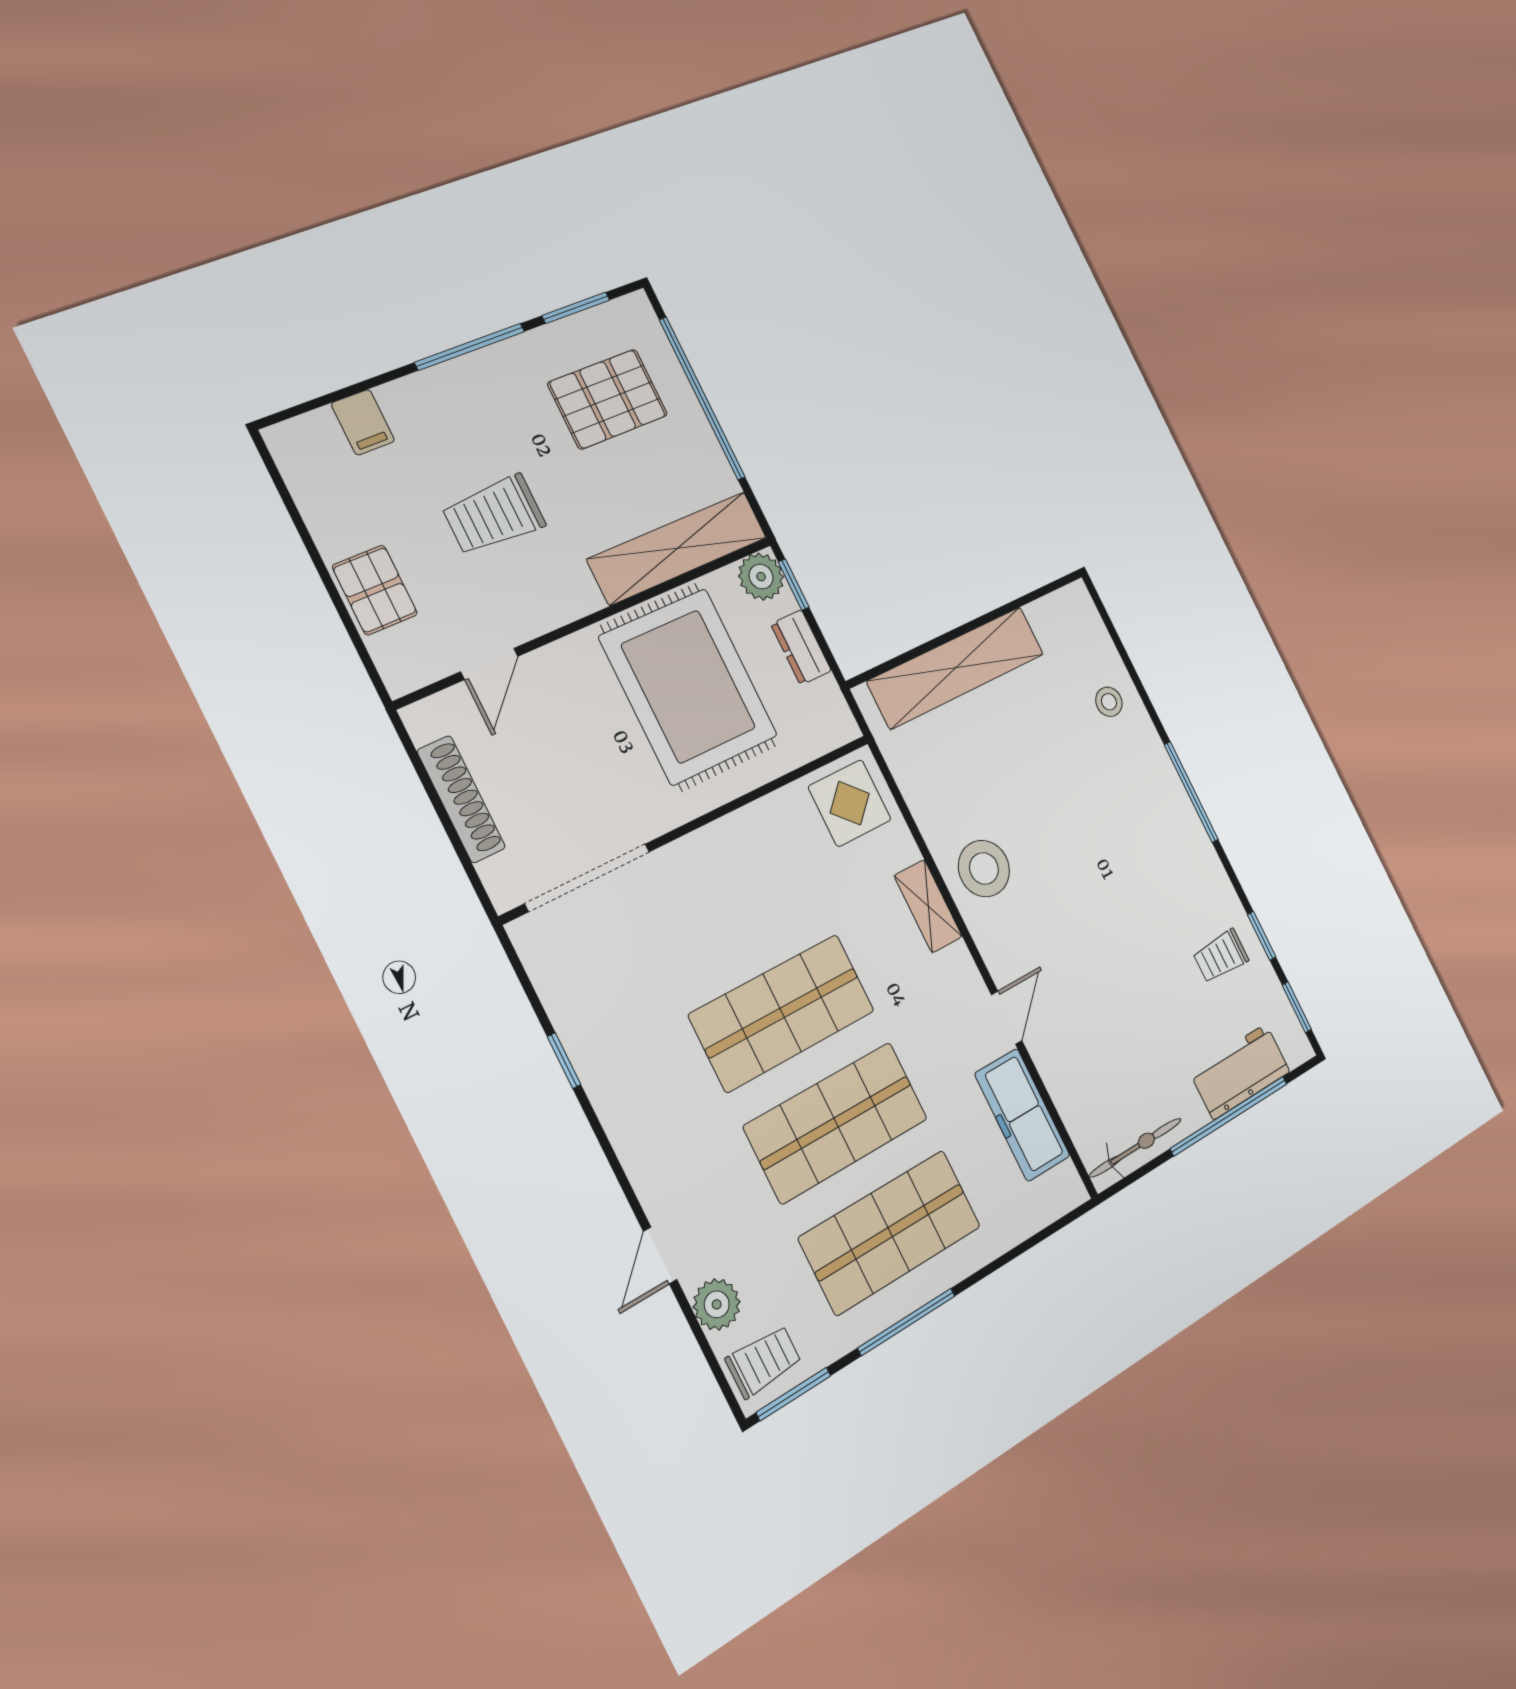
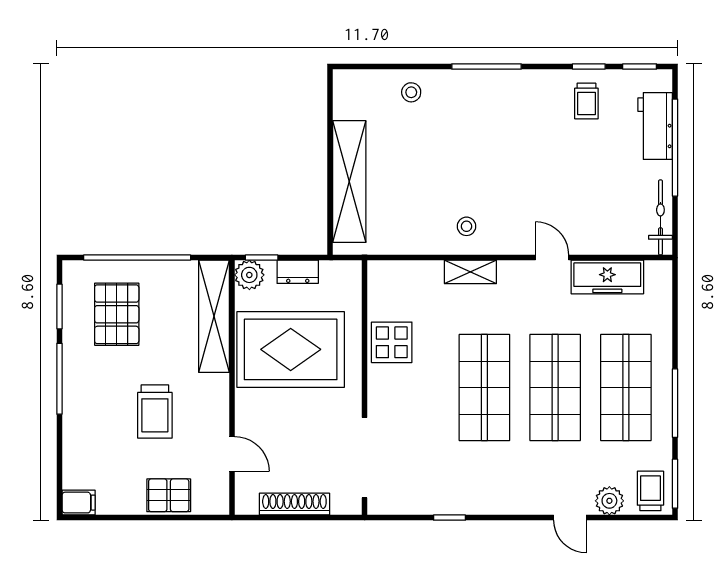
filing cabinet: (363, 422) -> (79, 503), moved
display table: (850, 803) -> (392, 342), moved
stool: (984, 868) -> (467, 226), width x0.53, depth x0.53

